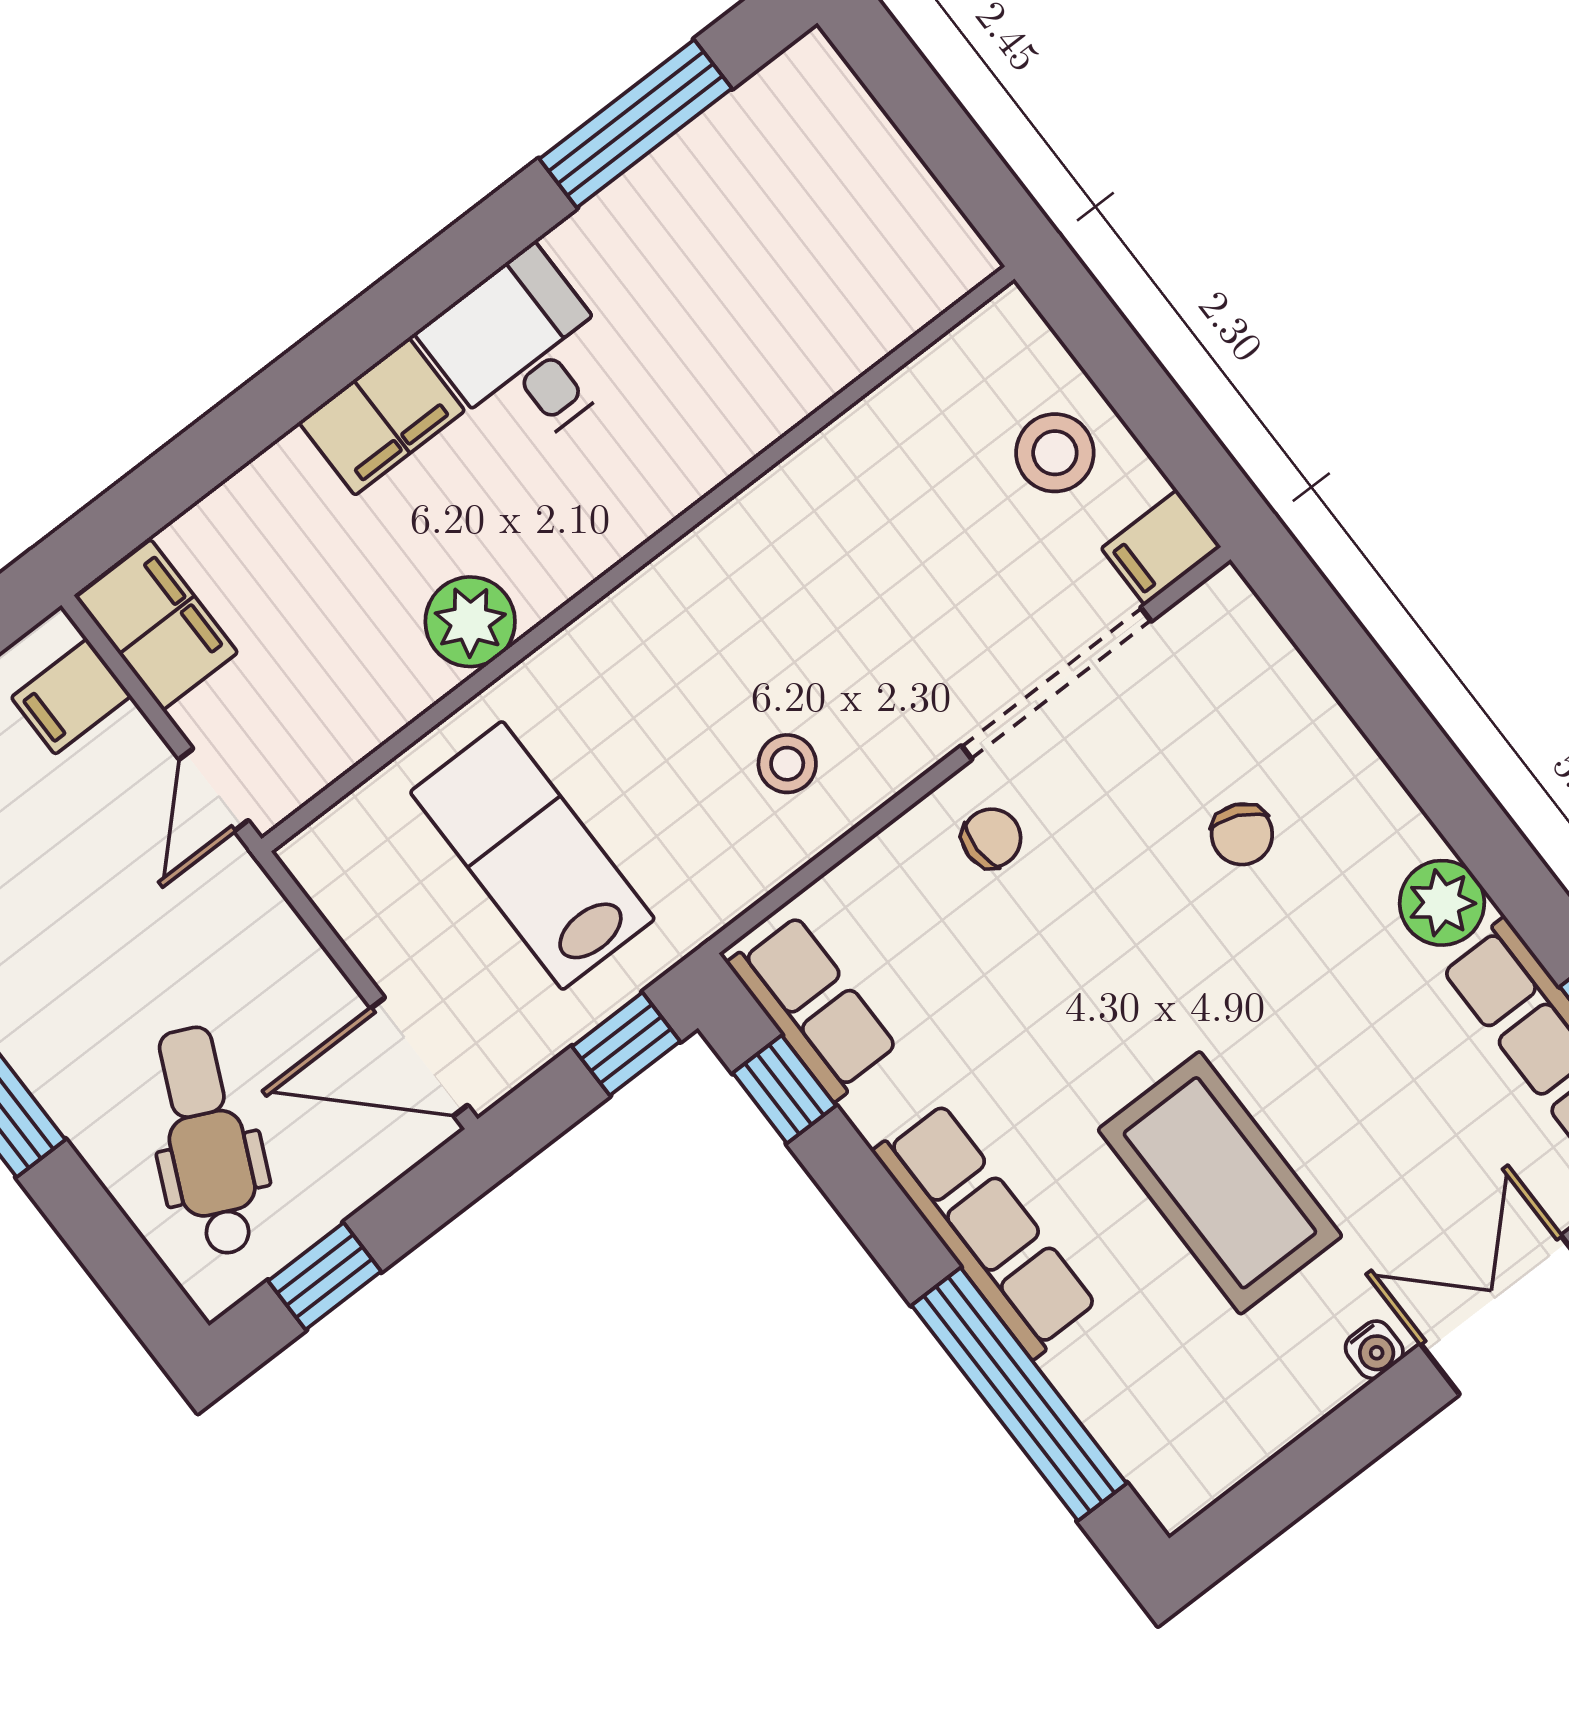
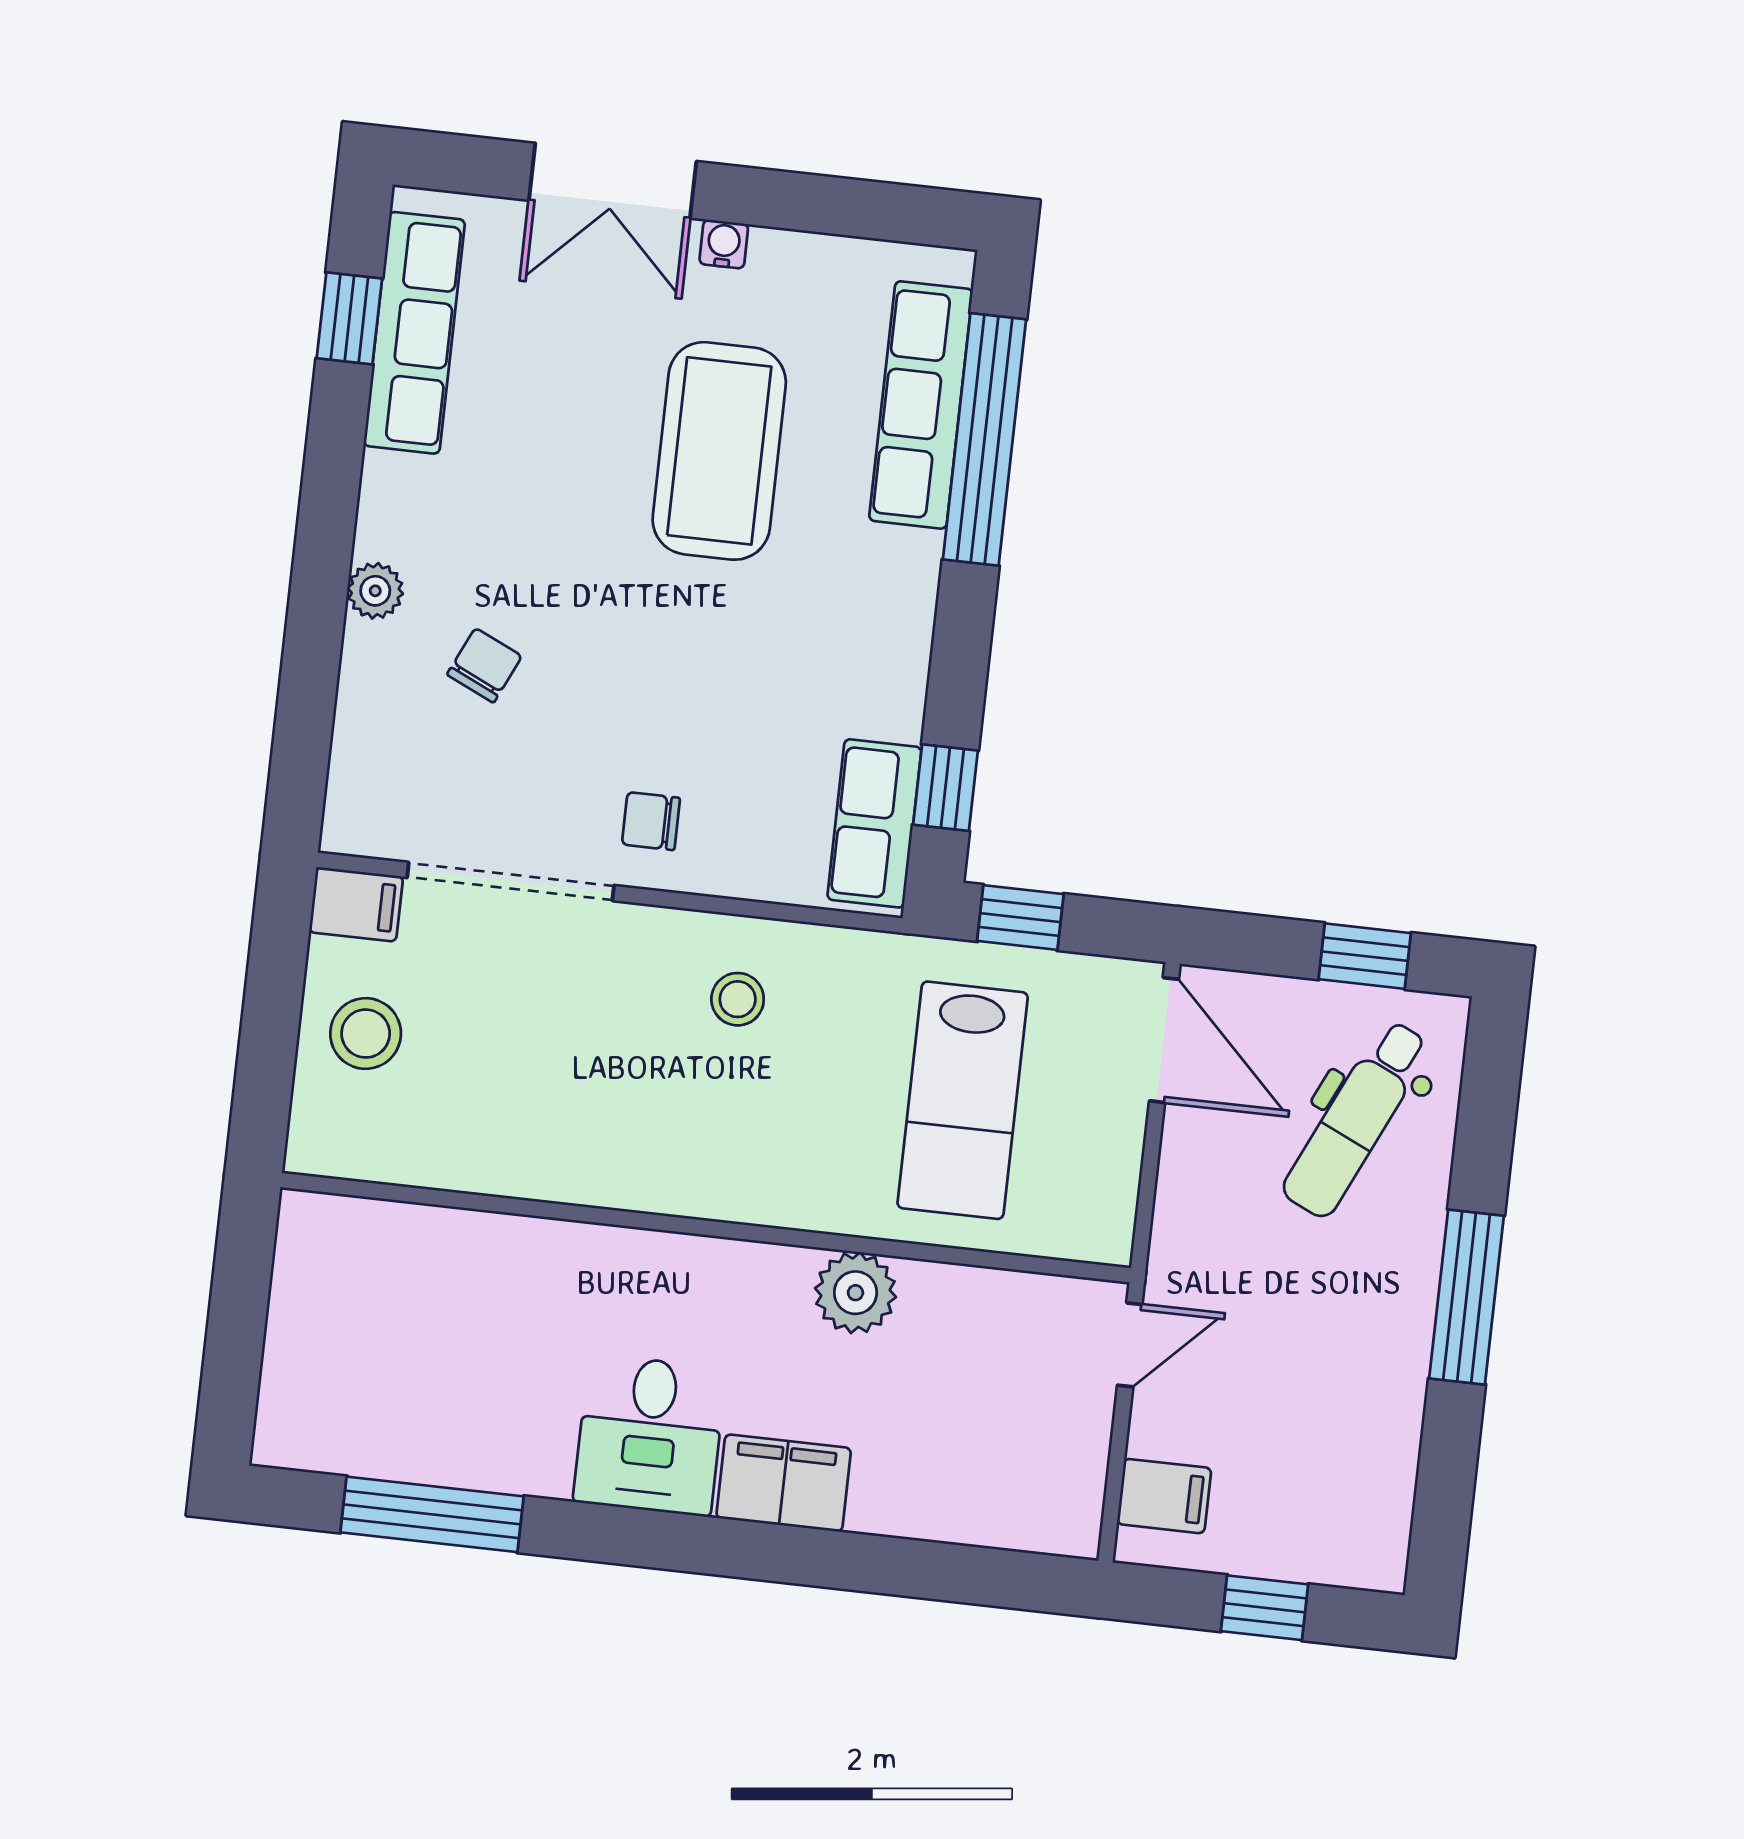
filing cabinet: (157, 625) -> (1063, 1489), removed
plant: (1442, 903) -> (375, 591), moved, width x0.73, depth x0.73
row of seats: (986, 1230) -> (921, 405), moved

